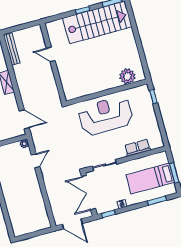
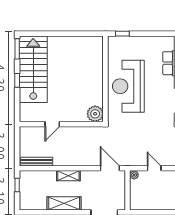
plant: (127, 76) -> (95, 114), moved
door: (24, 119) -> (110, 168), hinge flipped

